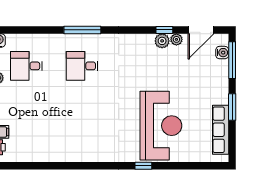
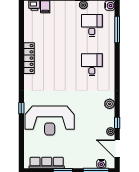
window: (82, 30) -> (117, 29), moved
plant: (162, 41) -> (110, 104), moved
locker: (73, 155) -> (29, 58), added

